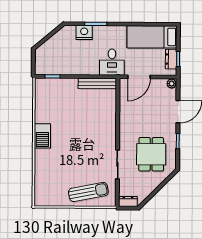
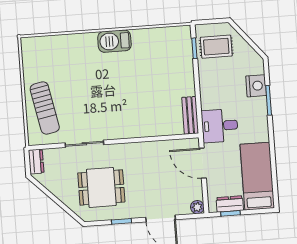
rug: (53, 60) -> (216, 47), added
bench: (97, 83) -> (190, 115), width x0.73

